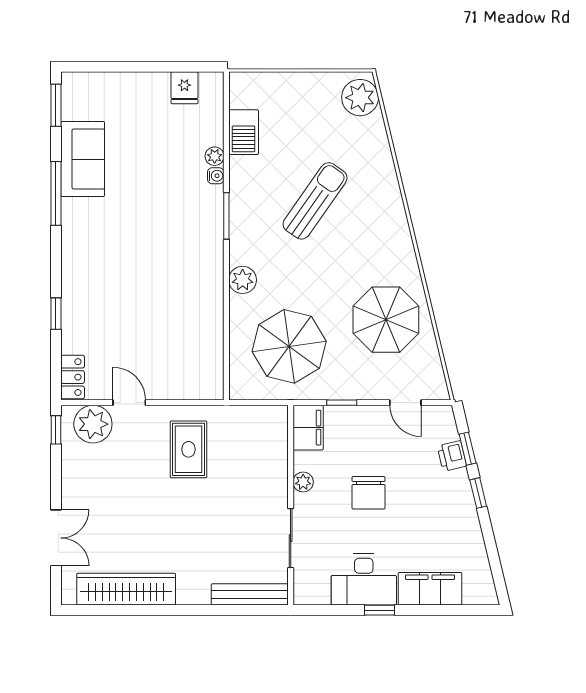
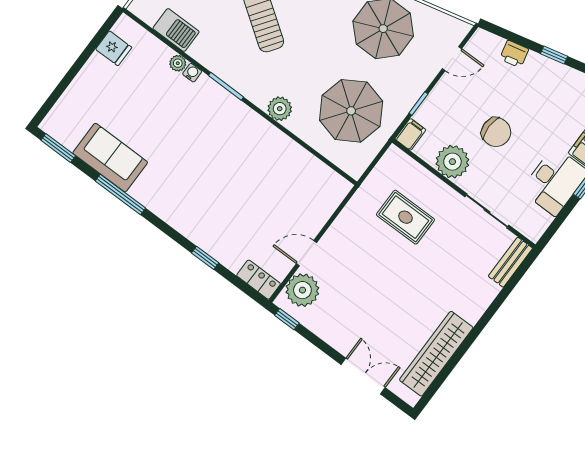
filing cabinet: (308, 428) -> (410, 134), width x0.50
rug: (189, 449) -> (405, 217), moved
window: (468, 449) -> (517, 39), removed
plant: (303, 482) -> (452, 162), width x1.87, depth x1.87
bench: (250, 594) -> (510, 262), width x0.73

